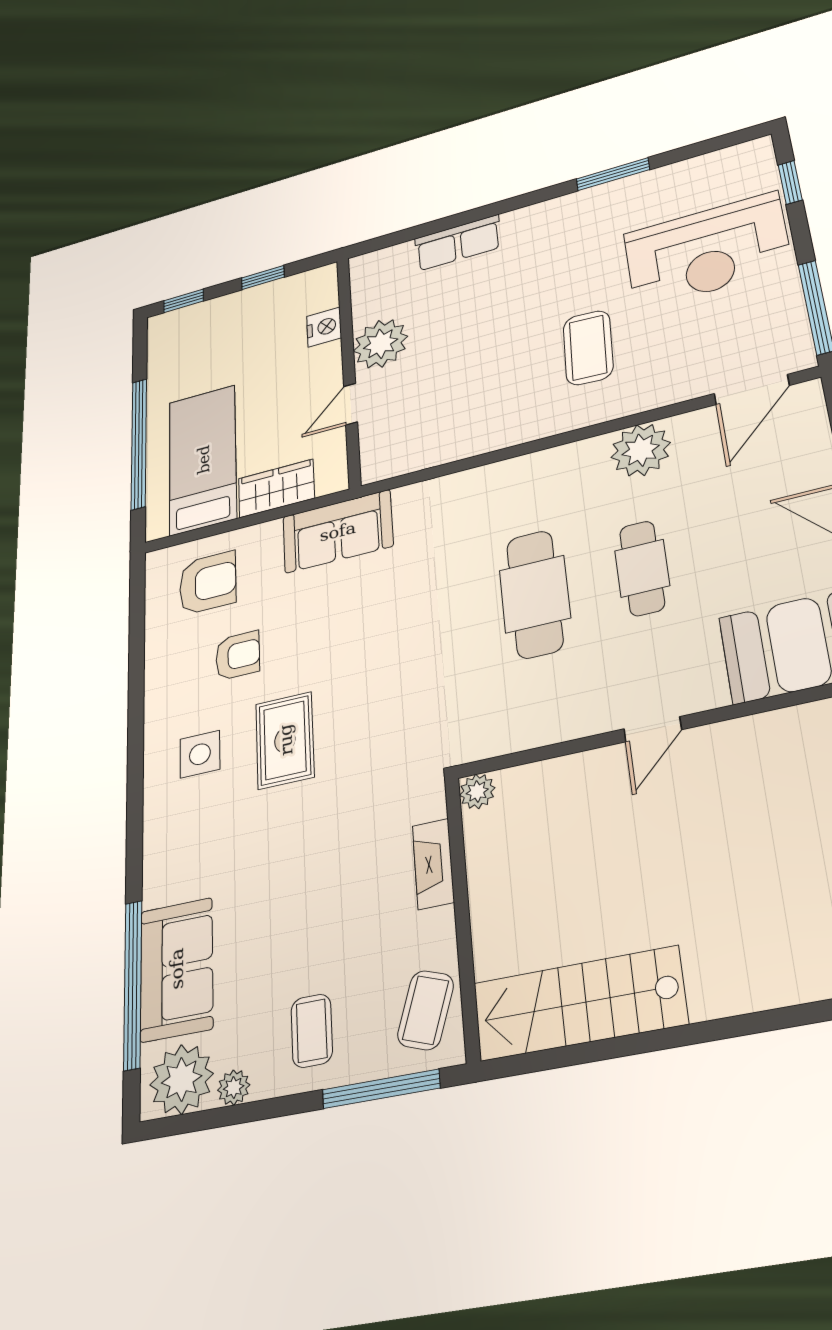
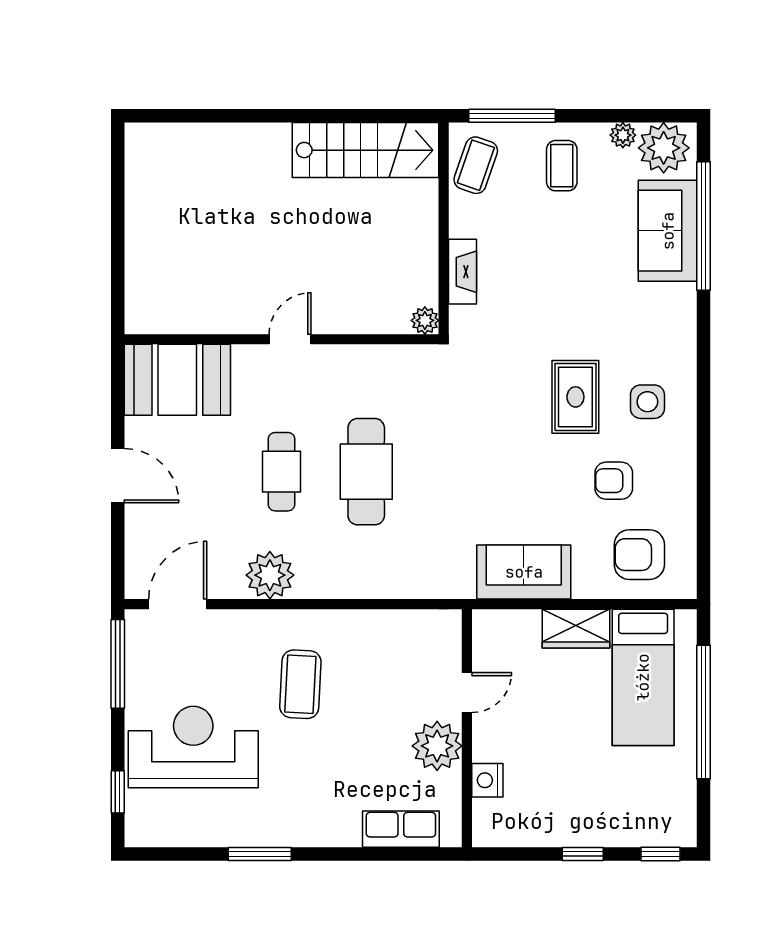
nightstand: (324, 327) -> (487, 780), moved
plant: (380, 344) -> (437, 746), moved
wall: (349, 370) -> (467, 728), moved
door: (351, 404) -> (467, 693), moved

